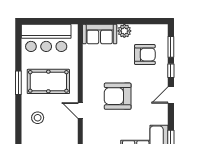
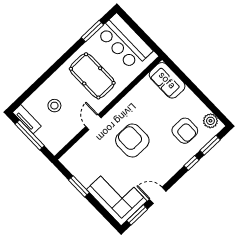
plant: (124, 31) -> (210, 121), moved
window: (18, 83) -> (92, 31), moved
door: (171, 95) -> (158, 195), moved
stool: (38, 118) -> (54, 106), moved

